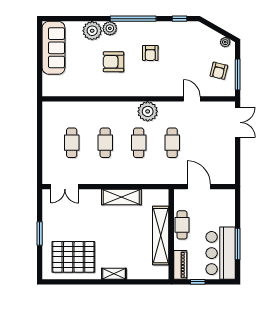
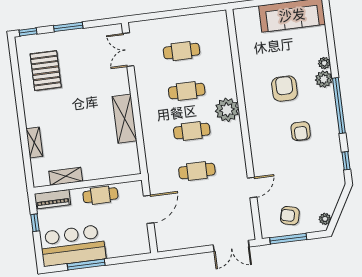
plant: (92, 31) -> (324, 63), width x0.53, depth x0.53
armchair: (150, 53) -> (301, 131), turned -90
plant: (148, 111) -> (227, 110), moved
shelving: (161, 236) -> (66, 176), width x0.45, depth x0.75
pallet: (73, 257) -> (46, 71), width x0.73, depth x0.71
window: (40, 267) -> (28, 32), added
shelving: (114, 274) -> (34, 143), moved

